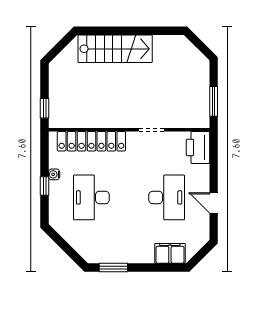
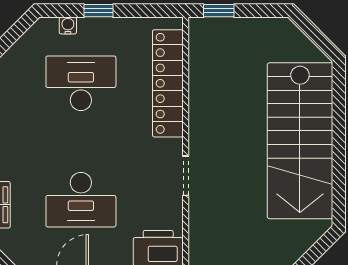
stairs: (115, 49) -> (300, 141), width x1.36, depth x1.51
water cooler: (54, 174) -> (68, 25), moved

